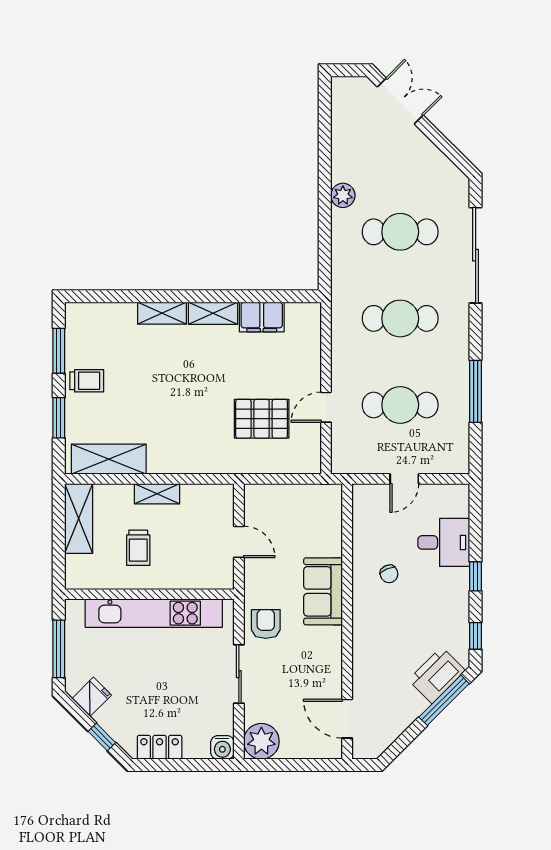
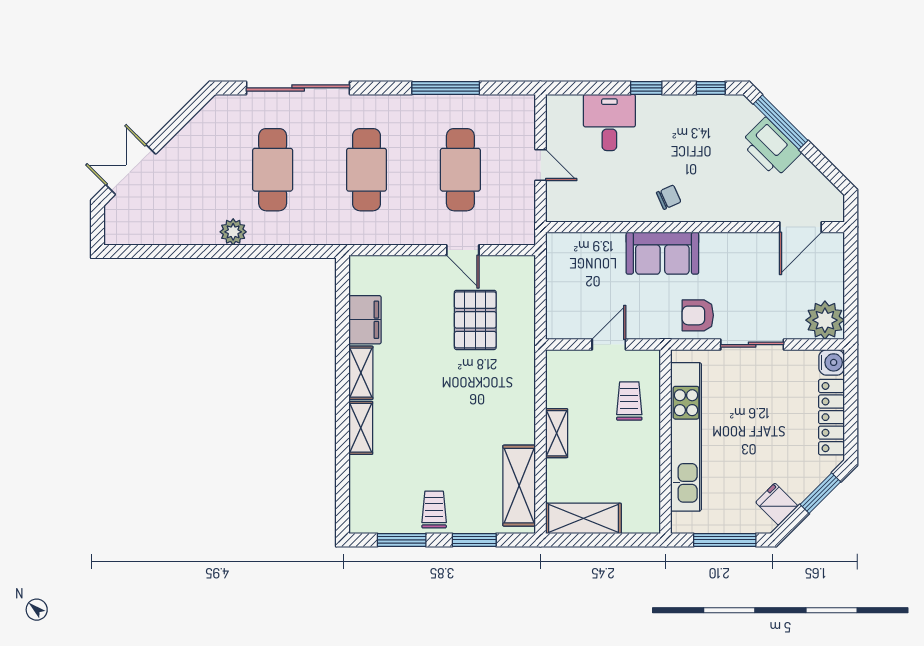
trolley: (138, 548) -> (629, 401), moved, turned -90
chair: (389, 574) -> (669, 197), moved
printer: (437, 675) -> (771, 148), moved
window: (102, 737) -> (820, 493), width x1.50
locker: (160, 747) -> (831, 417), width x1.53

